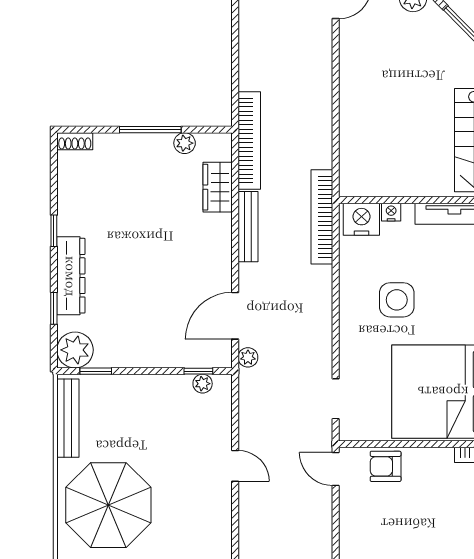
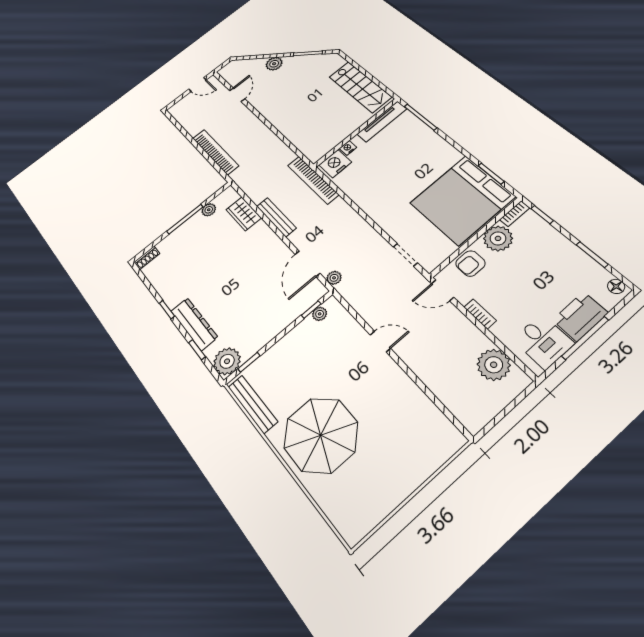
bookcase: (249, 140) -> (215, 152), moved
side table: (397, 300) -> (391, 181), removed
plant: (434, 465) -> (498, 238), added
bookcase: (347, 523) -> (480, 314), added

